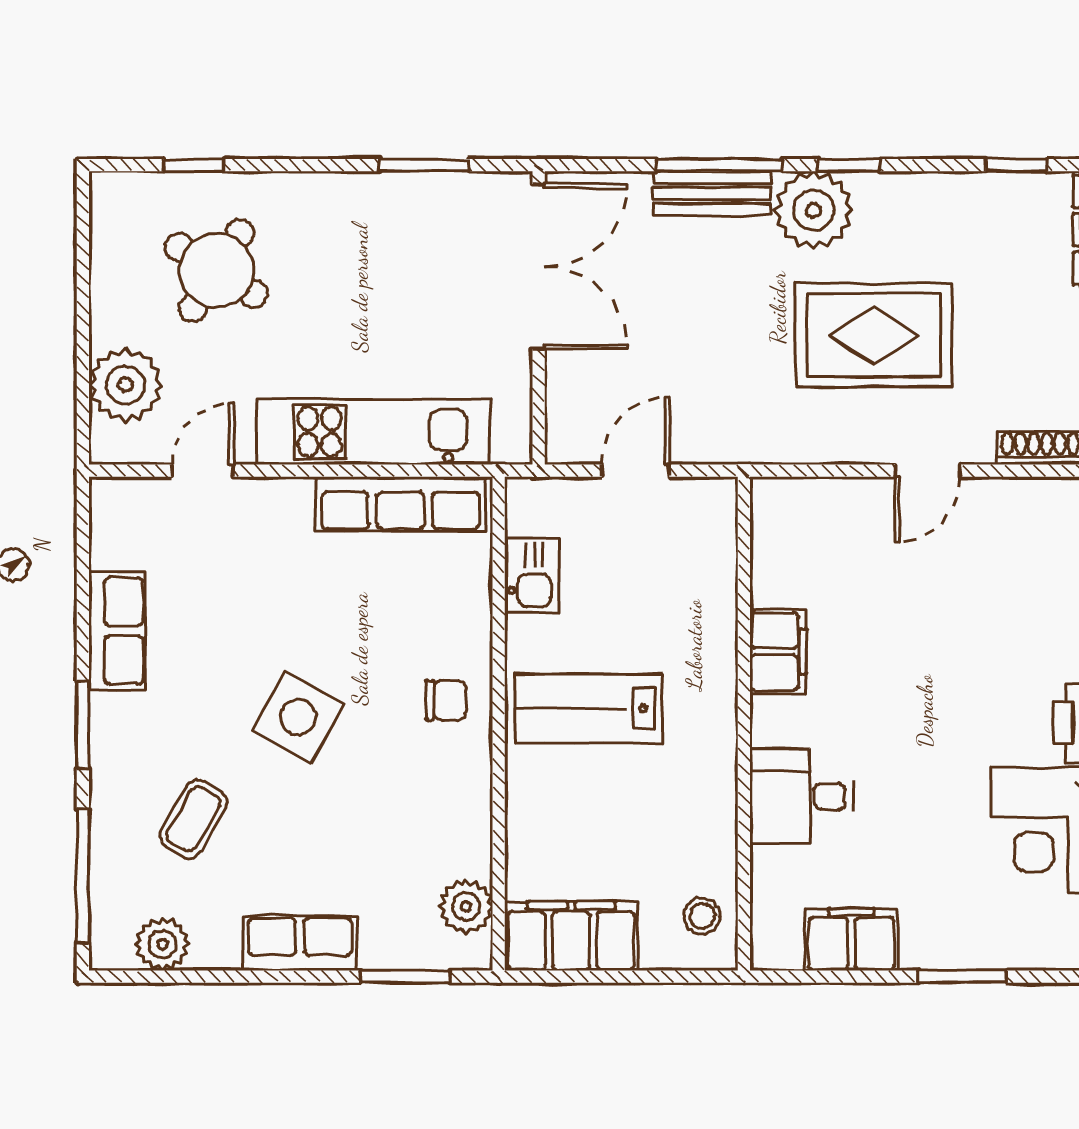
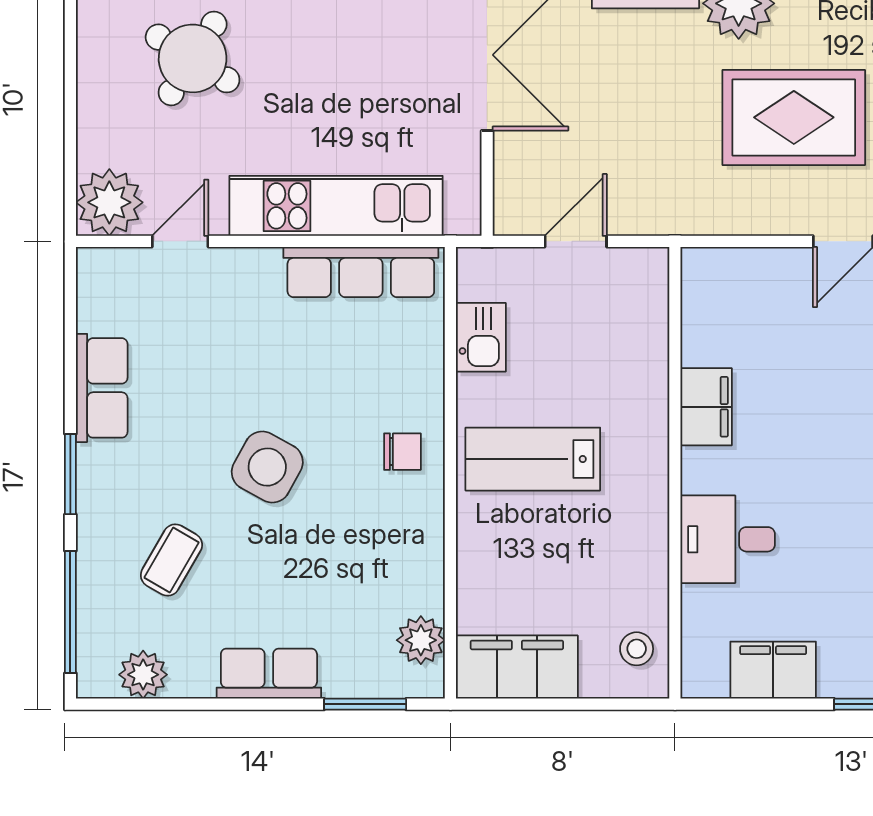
plant: (125, 385) -> (109, 202), moved

